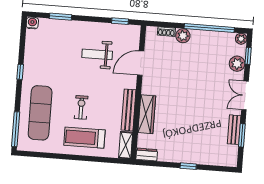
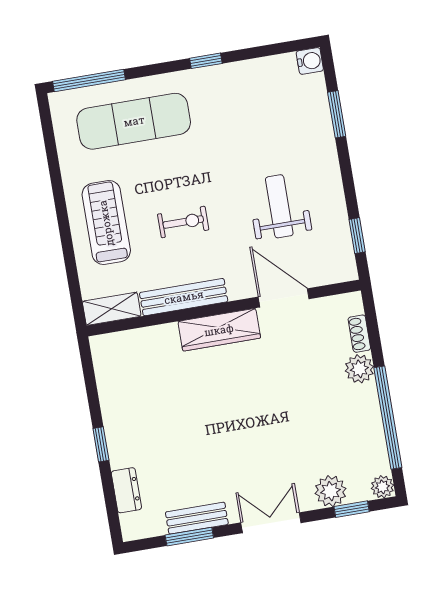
exercise bike: (81, 107) -> (183, 222), moved
wardrobe: (147, 114) -> (219, 330), moved
dresser: (147, 154) -> (126, 490), moved

